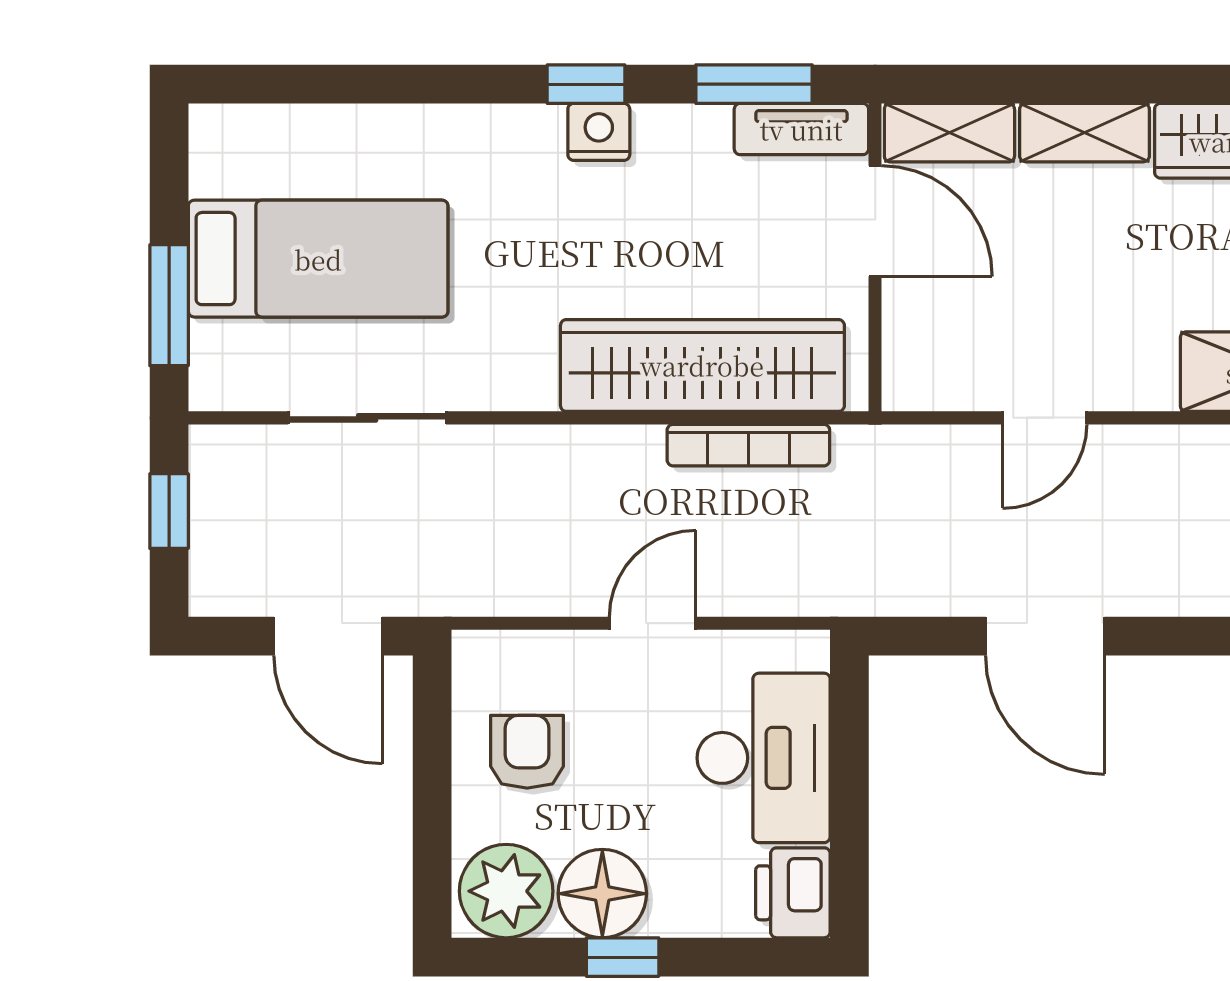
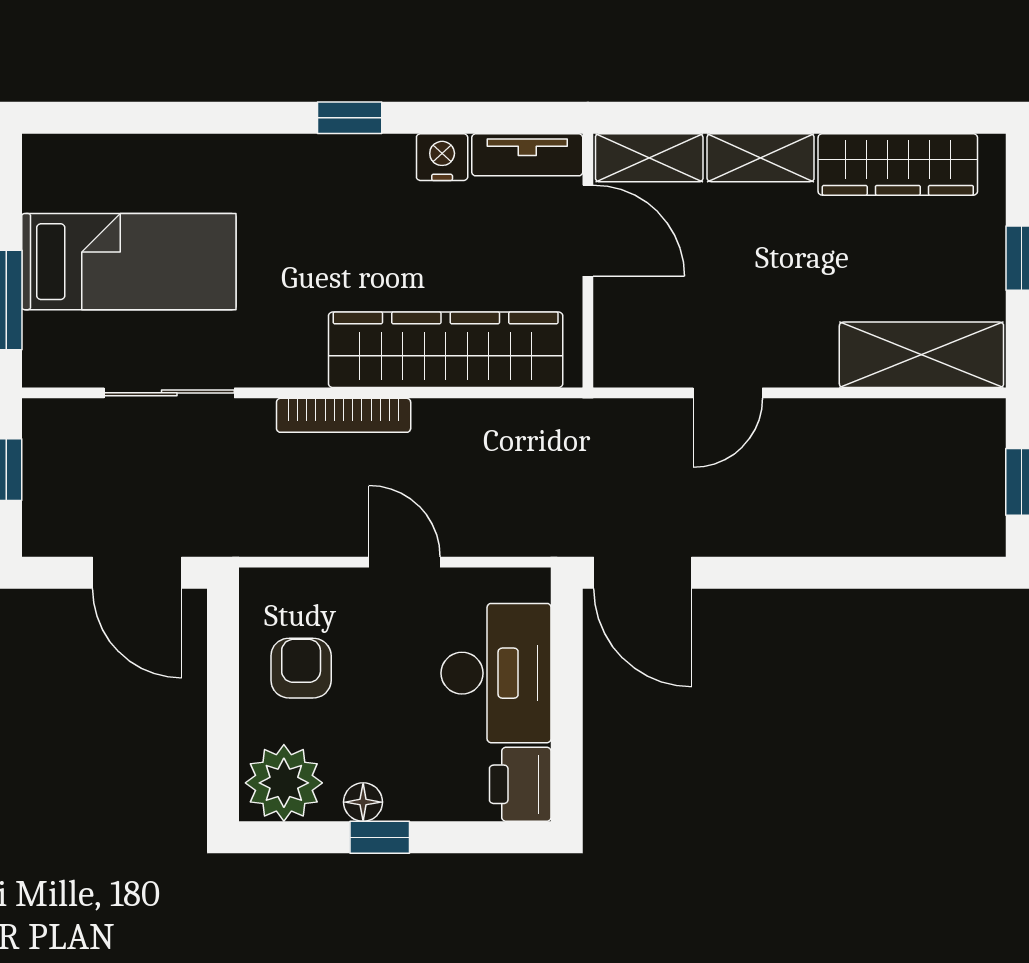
window: (754, 84) -> (488, 118), removed
nightstand: (599, 132) -> (442, 157), moved
bookcase: (748, 445) -> (344, 415), moved
door: (653, 623) -> (405, 562), hinge flipped
door: (1045, 636) -> (643, 573), moved
floor lamp: (602, 894) -> (363, 802), width x0.53, depth x0.53

